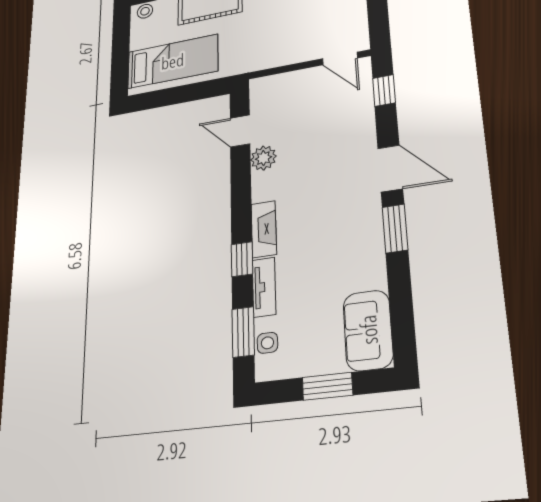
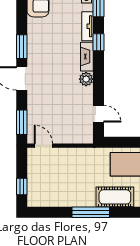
window: (384, 91) -> (22, 122), width x1.50
plant: (263, 158) -> (86, 79), moved

